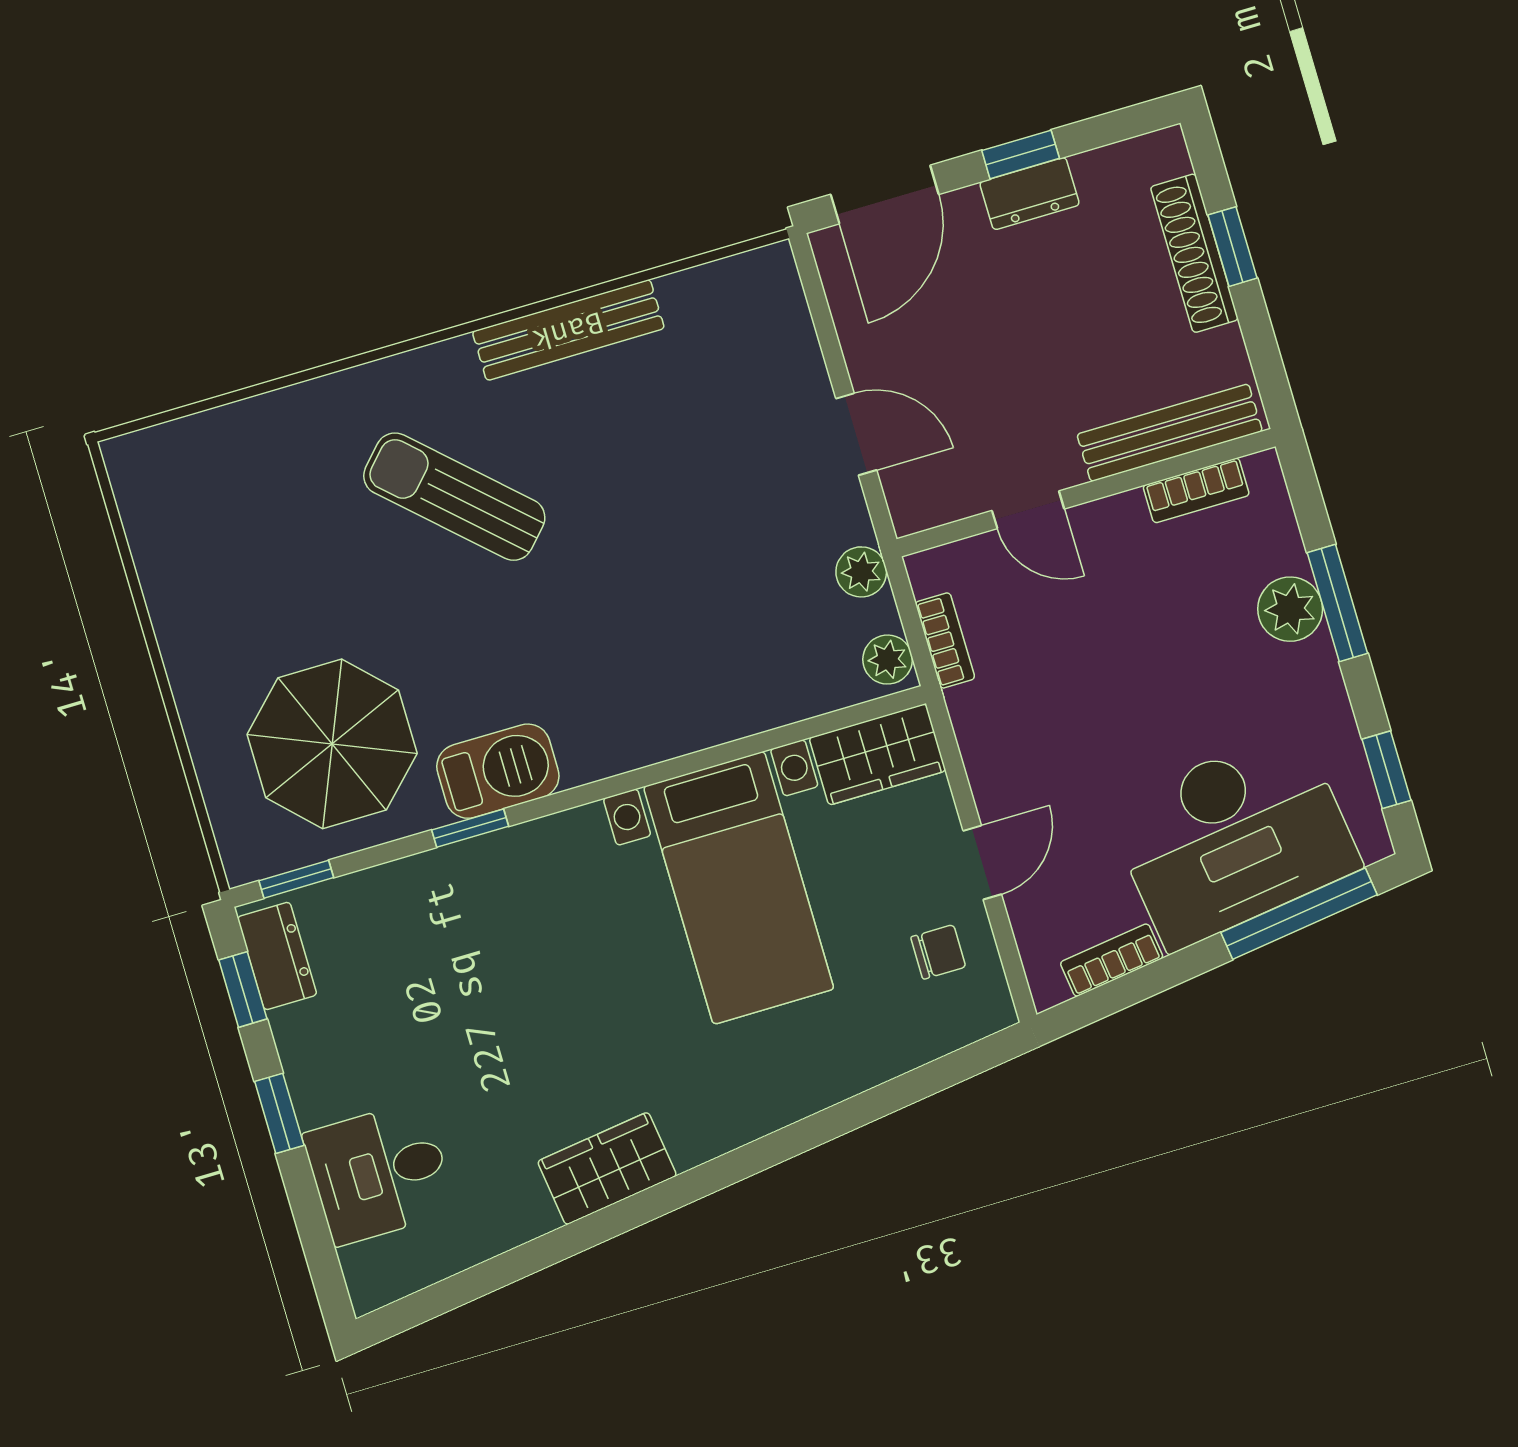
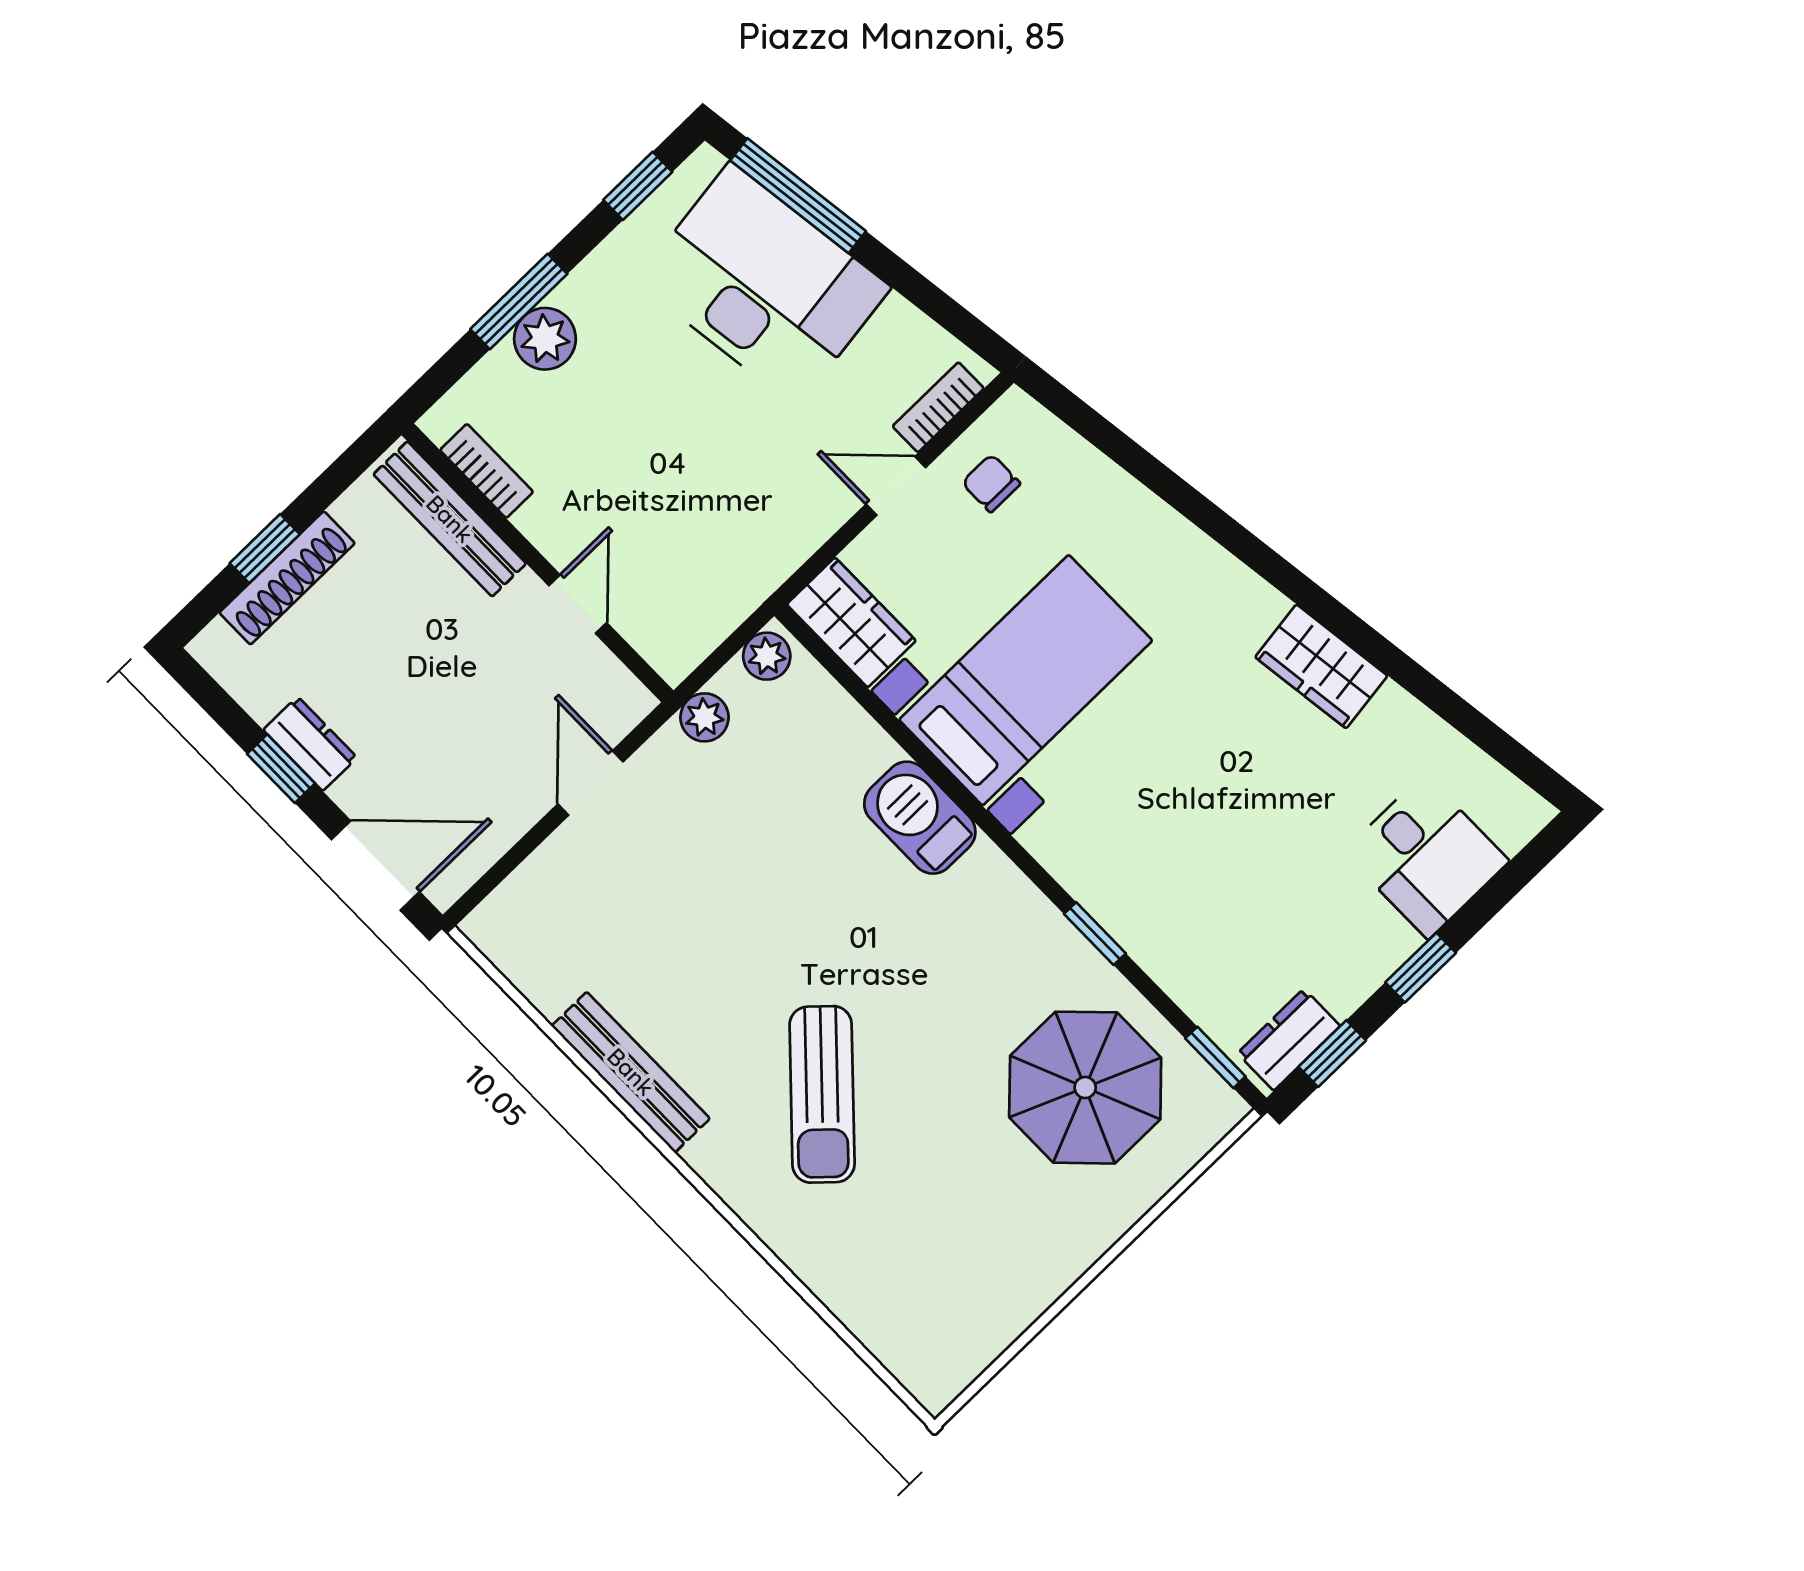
bookcase: (945, 640) -> (725, 616), removed
barbecue: (498, 771) -> (920, 818), moved
bookcase: (1112, 960) -> (938, 407), moved, turned 98

